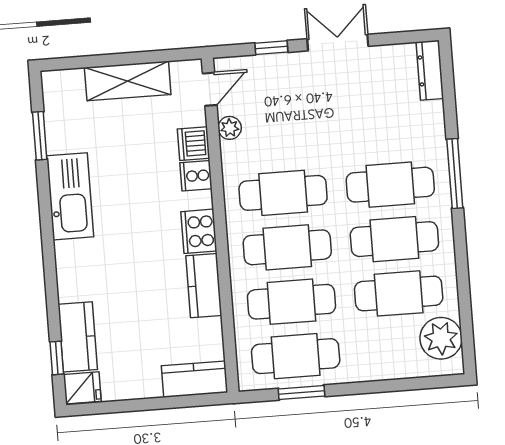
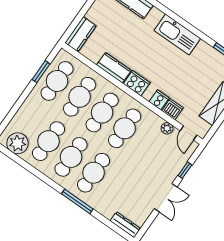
kitchen sink: (70, 196) -> (177, 34), moved

